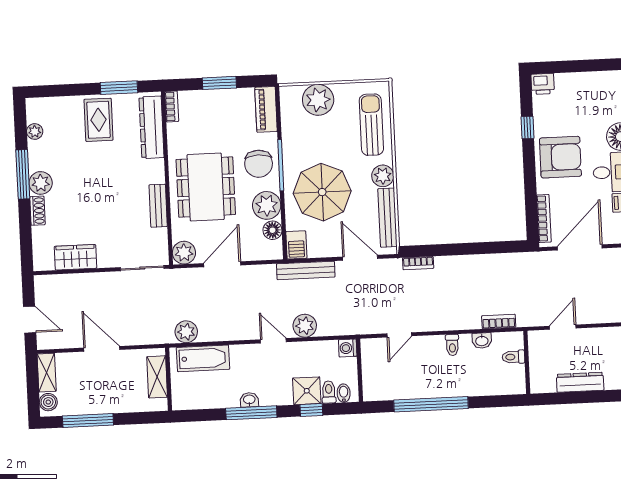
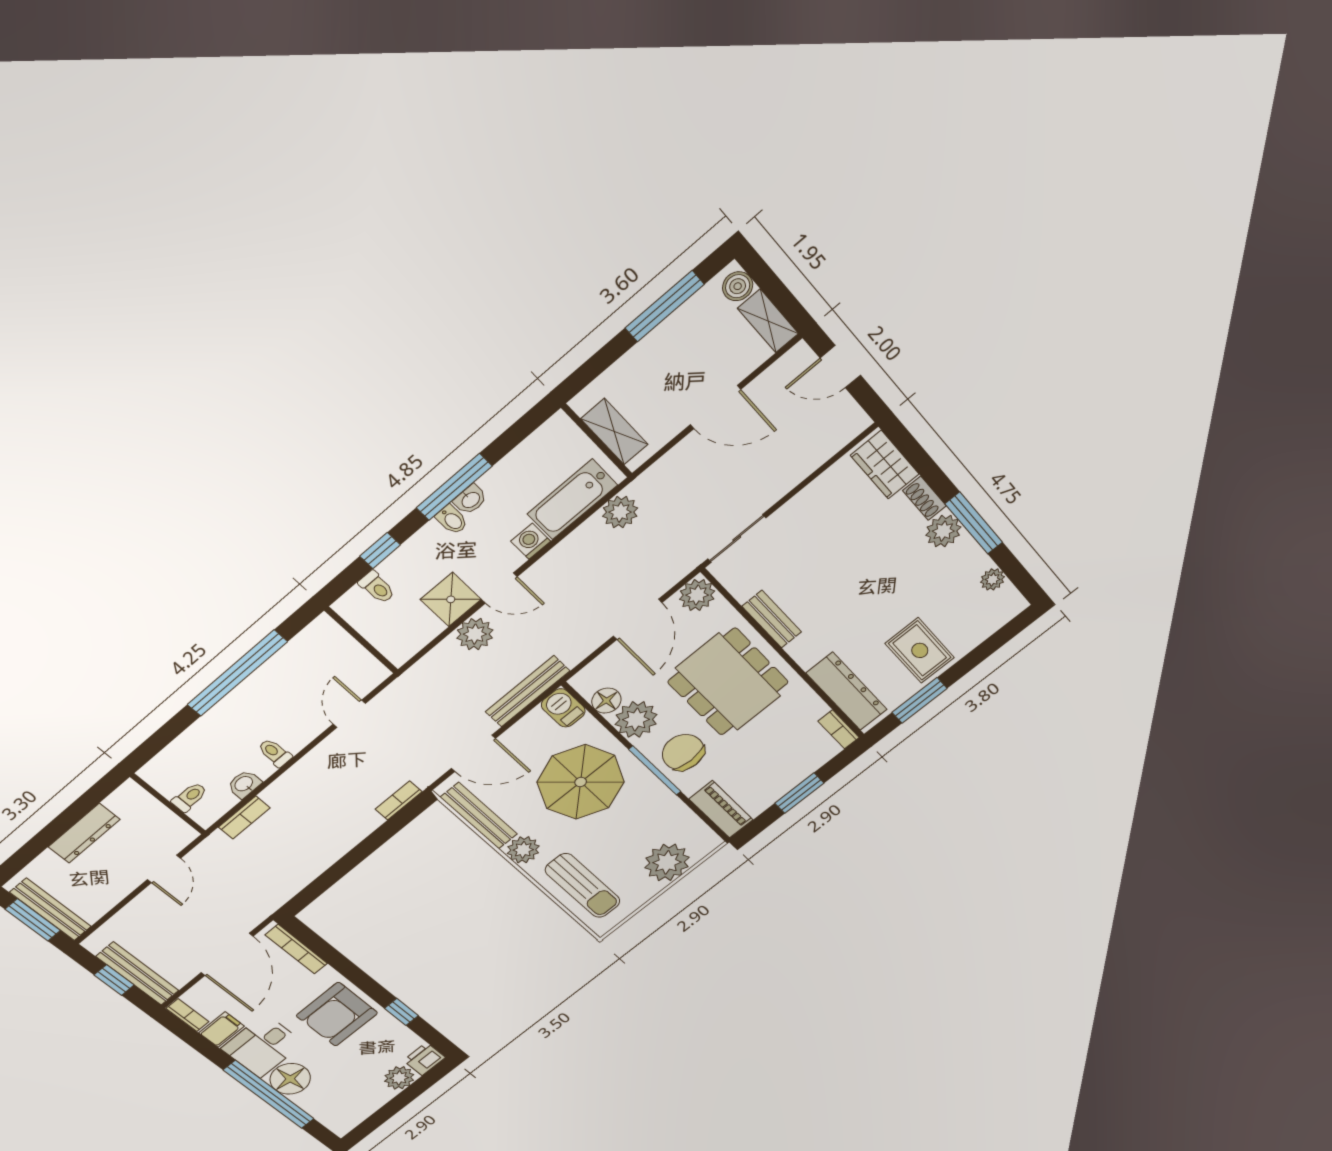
plant: (566, 83) -> (399, 1078), added
wardrobe: (75, 257) -> (885, 465), moved, turned 90
washing machine: (348, 348) -> (531, 541), moved, turned -90
shower: (307, 391) -> (451, 599), moved
bidet: (344, 393) -> (452, 520), moved

